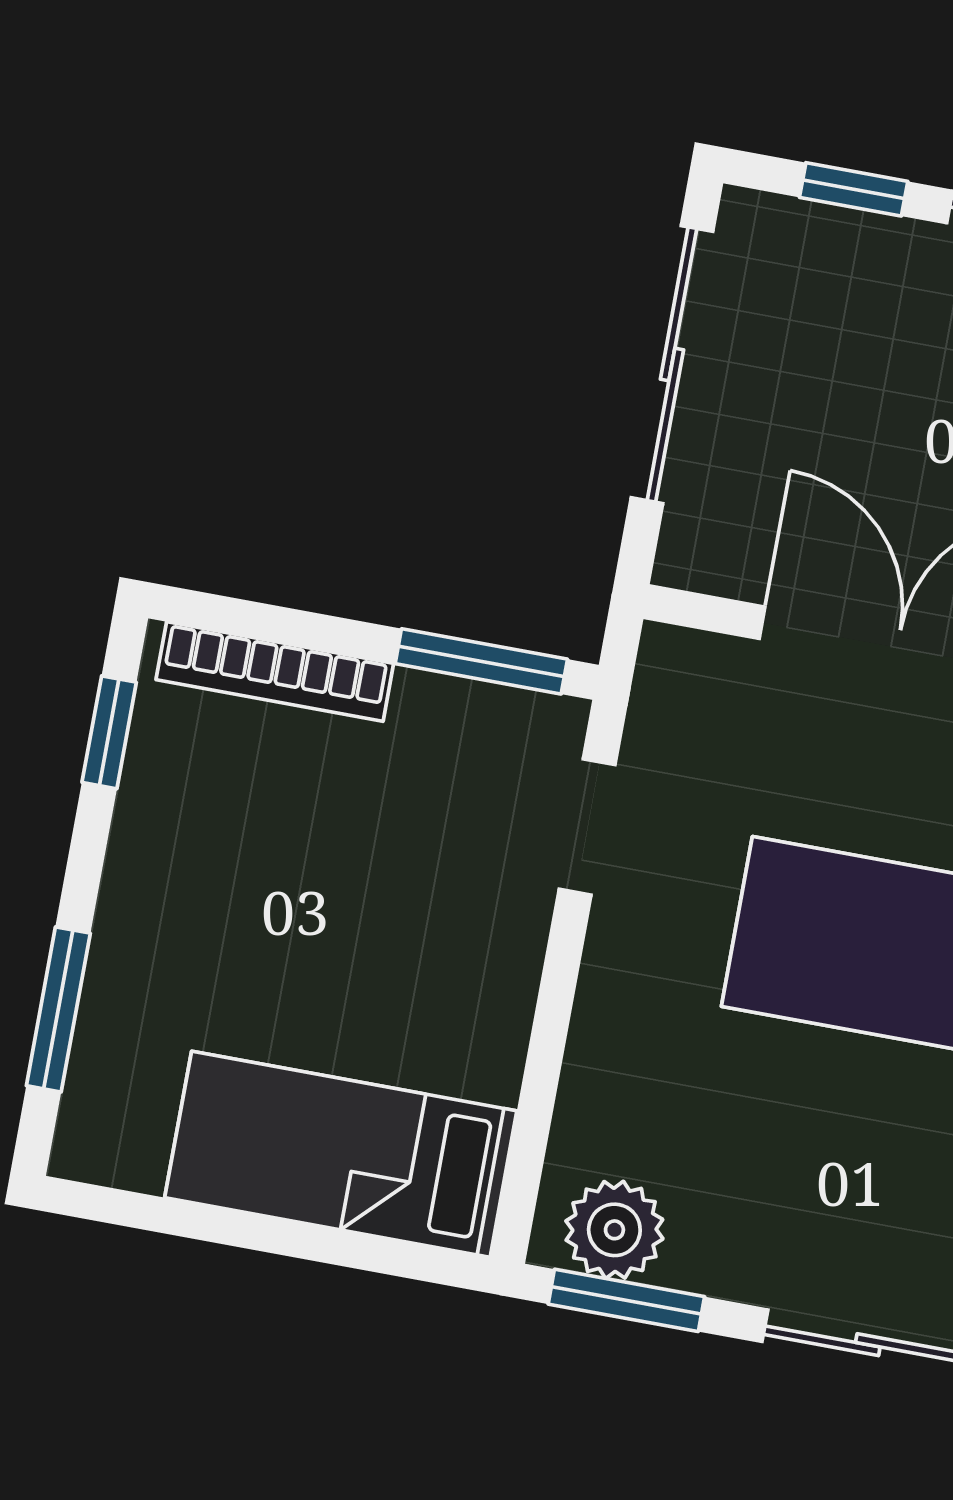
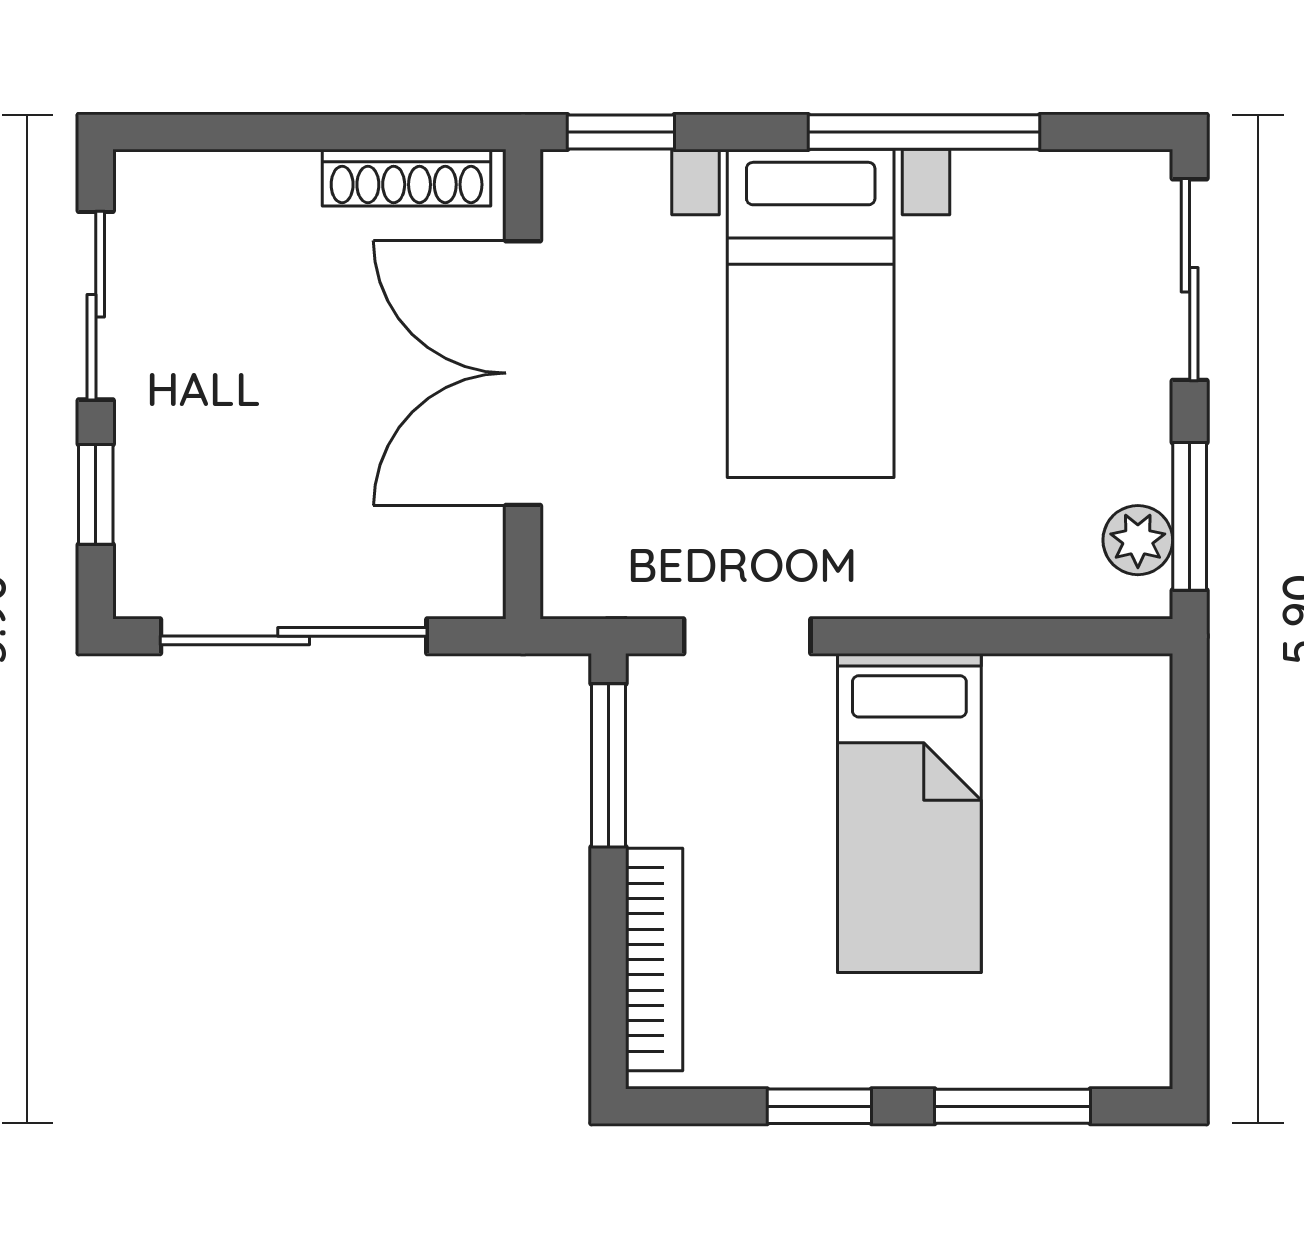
window: (109, 732) -> (819, 1106), moved
bed: (341, 1154) -> (909, 813), moved
plant: (614, 1230) -> (1138, 540), width x0.73, depth x0.73

